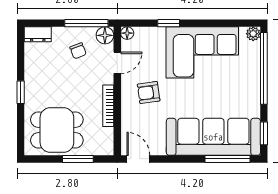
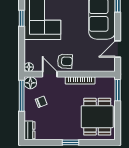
window: (169, 23) -> (22, 18), moved
armchair: (149, 92) -> (65, 61), moved, turned -79
window: (78, 159) -> (118, 90), moved
door: (138, 159) -> (118, 49), moved

